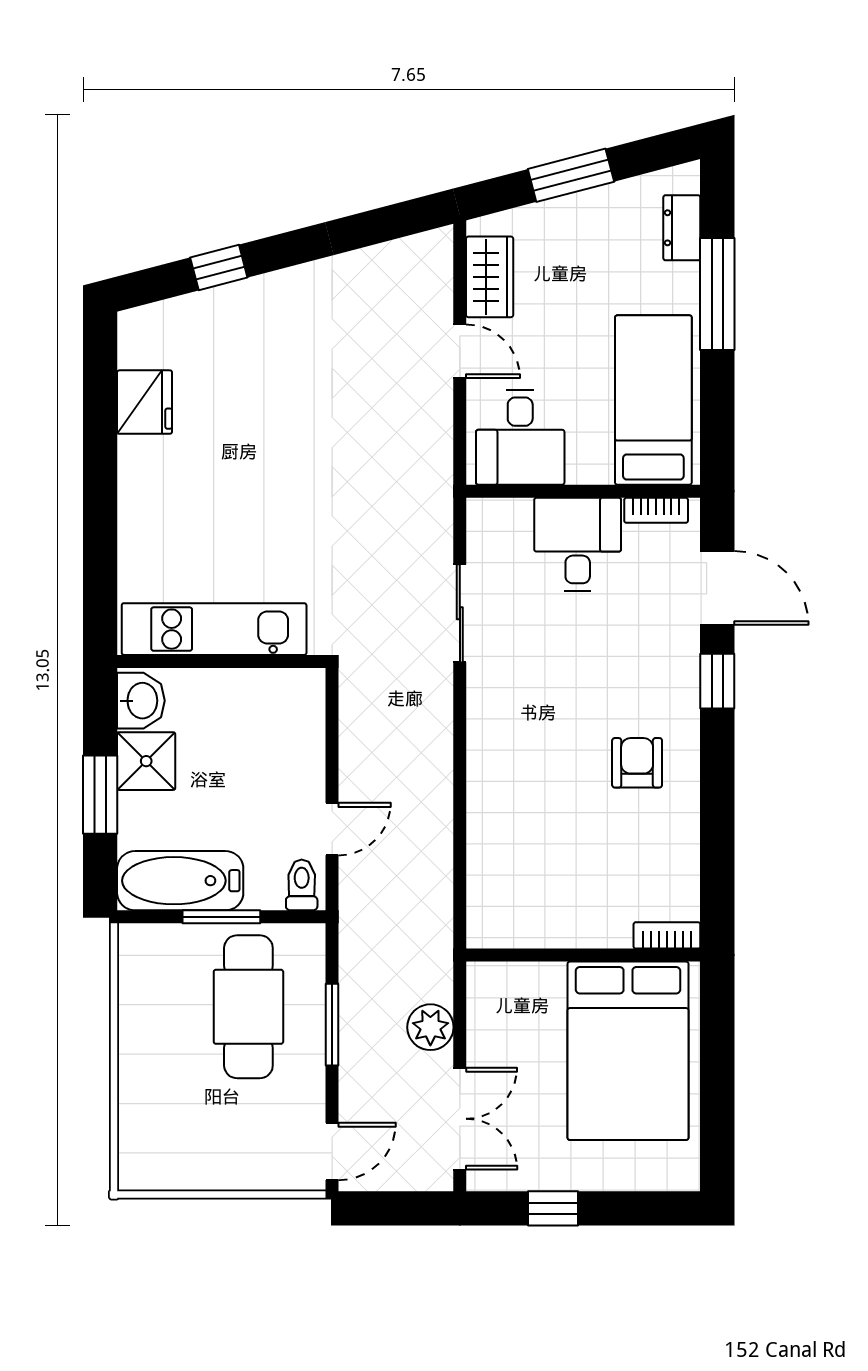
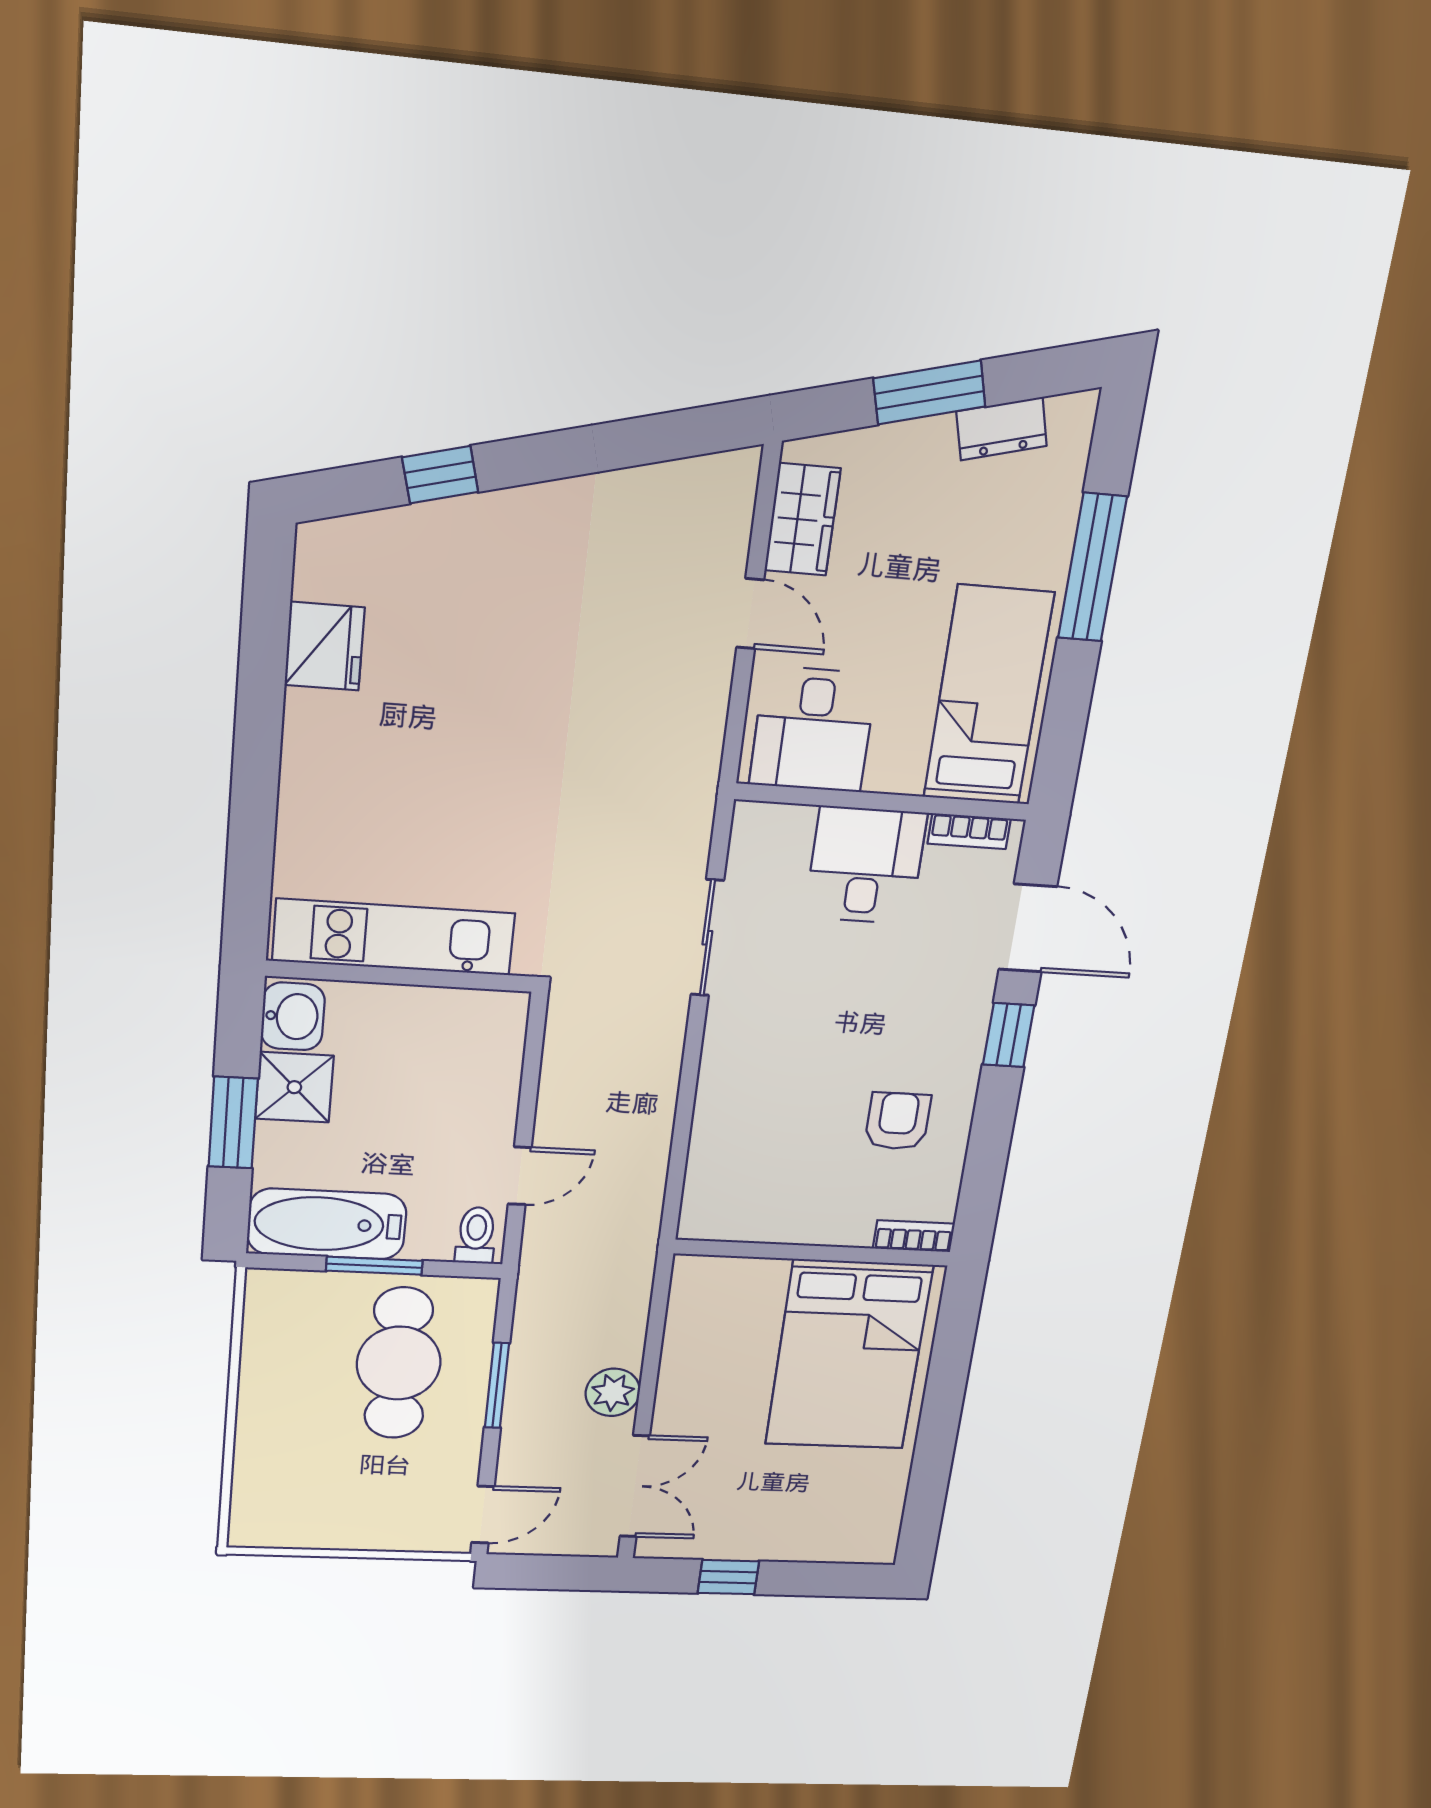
dresser: (682, 228) -> (1002, 429), moved, turned -105
bookcase: (667, 935) -> (914, 1236), moved
wall: (583, 955) -> (813, 1253), moved
bed: (628, 1051) -> (849, 1355), moved

